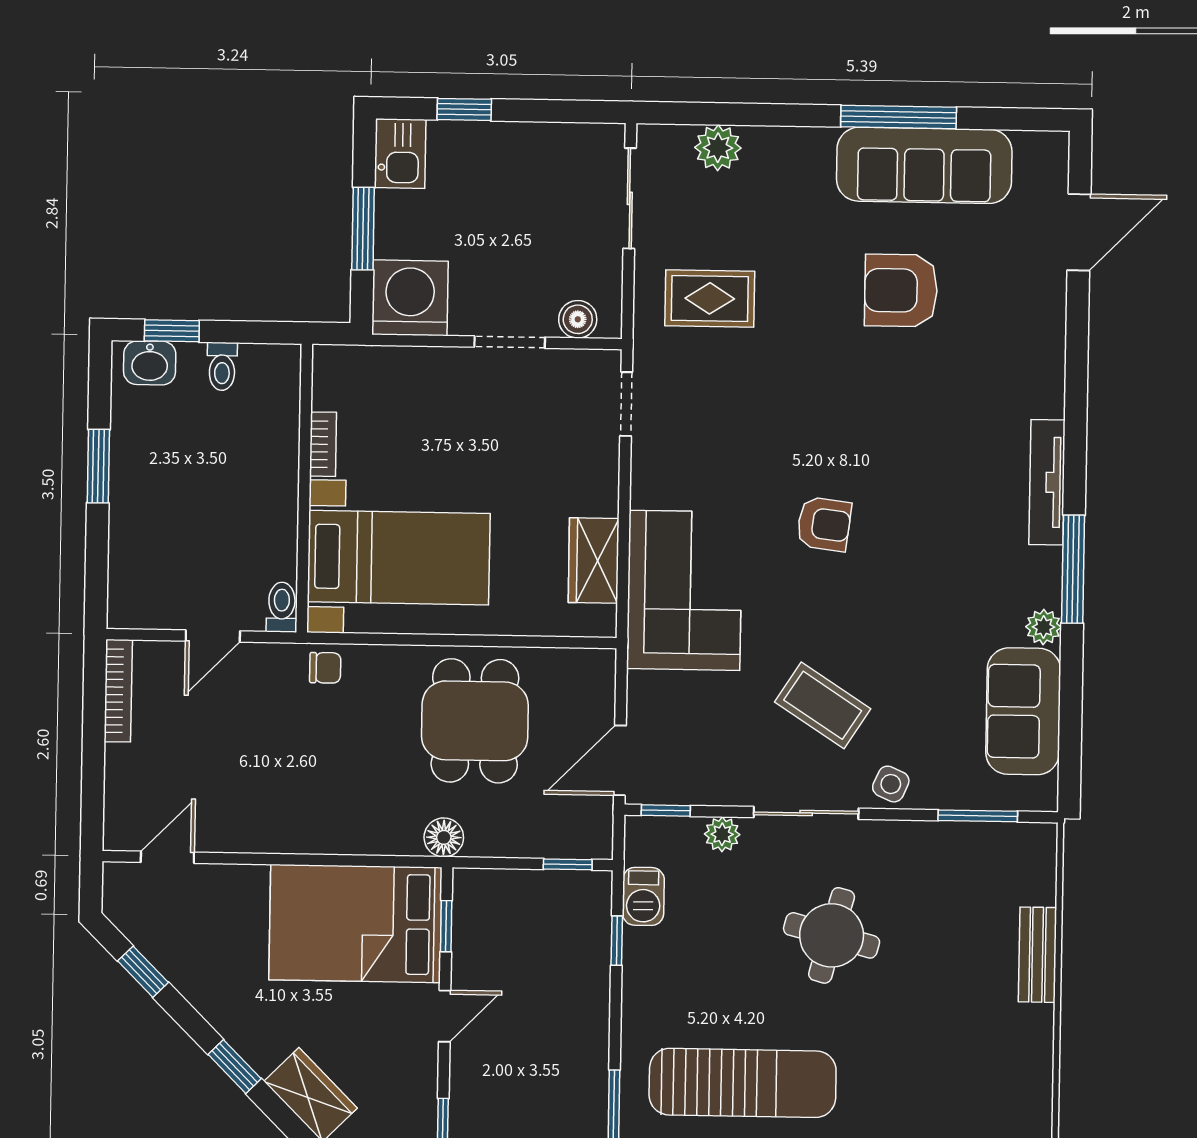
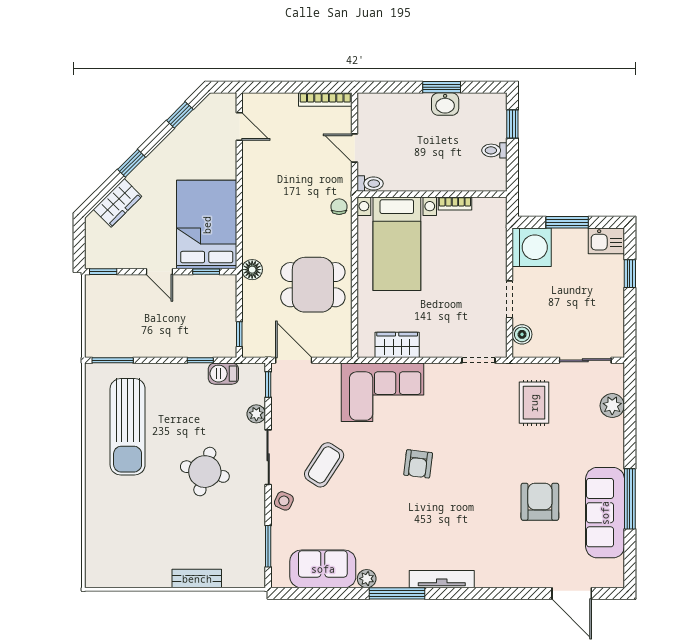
washbasin: (150, 363) -> (445, 104), moved, turned -90
chair: (325, 668) -> (339, 207), turned 180

